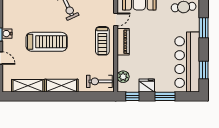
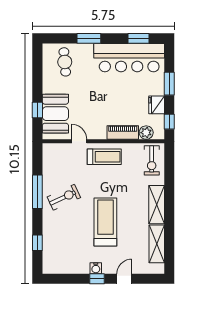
piano: (123, 42) -> (123, 133), moved

